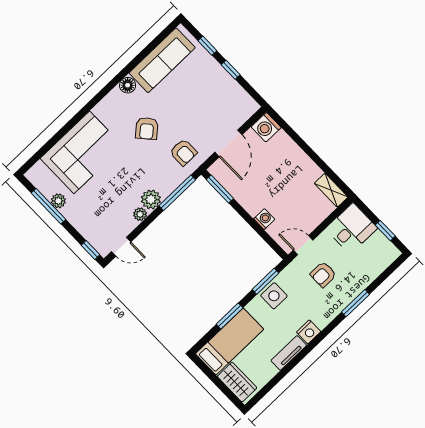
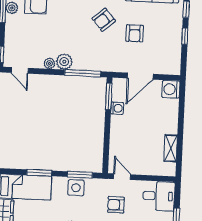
armchair: (183, 152) -> (135, 33), moved
shelving: (331, 190) -> (171, 148), moved
washing machine: (264, 219) -> (117, 108), moved

